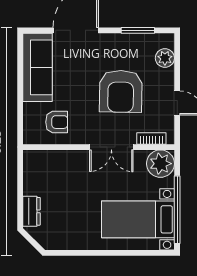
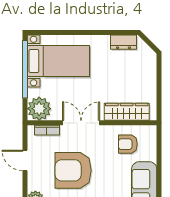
armchair: (121, 91) -> (73, 170), turned -91
wardrobe: (58, 160) -> (127, 112), added
dresser: (32, 211) -> (123, 42), moved, turned -90

